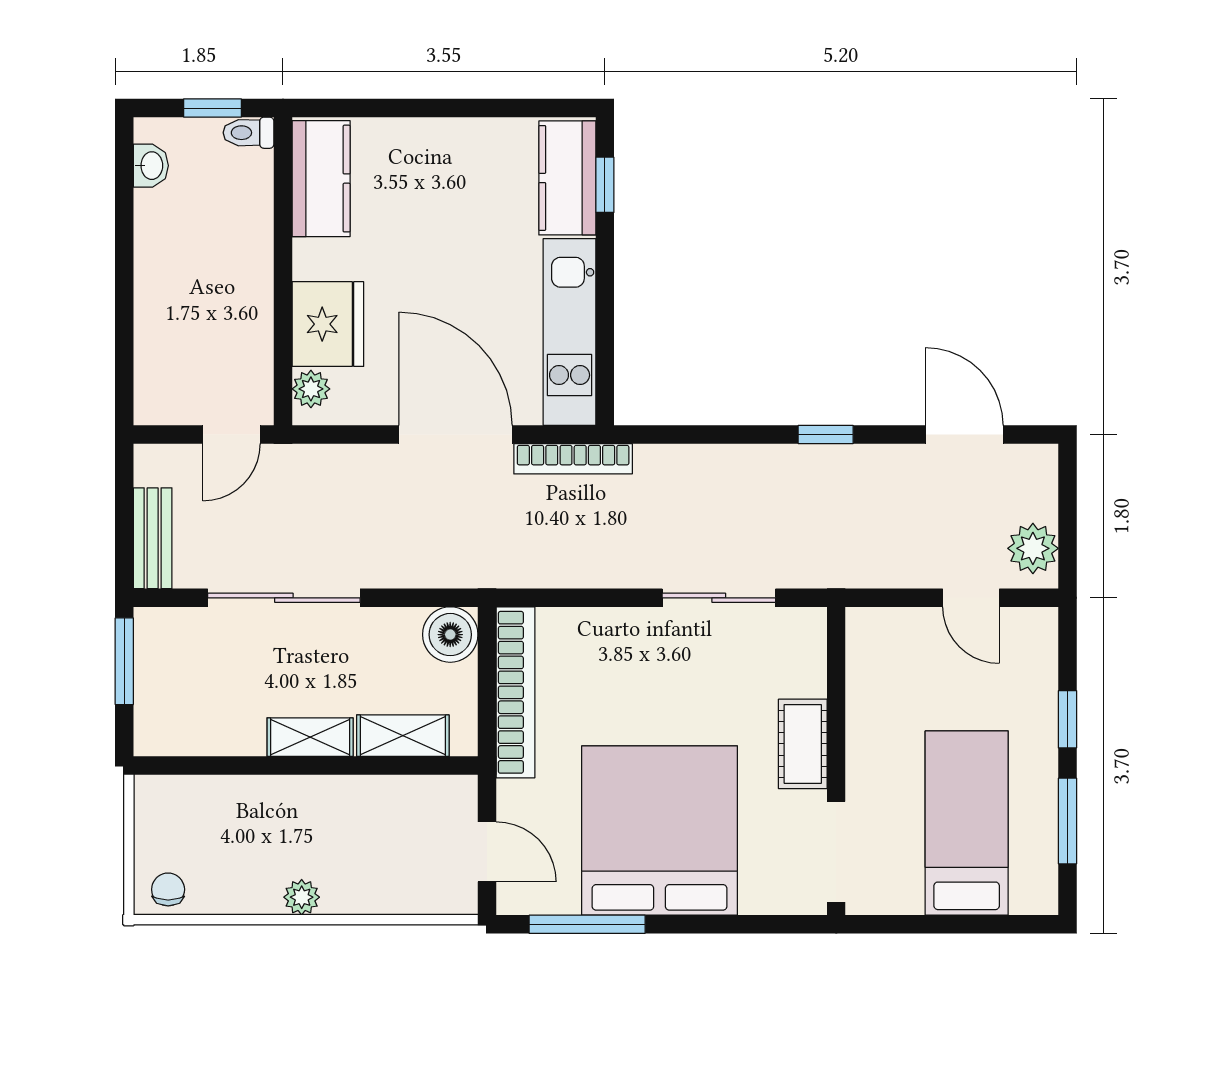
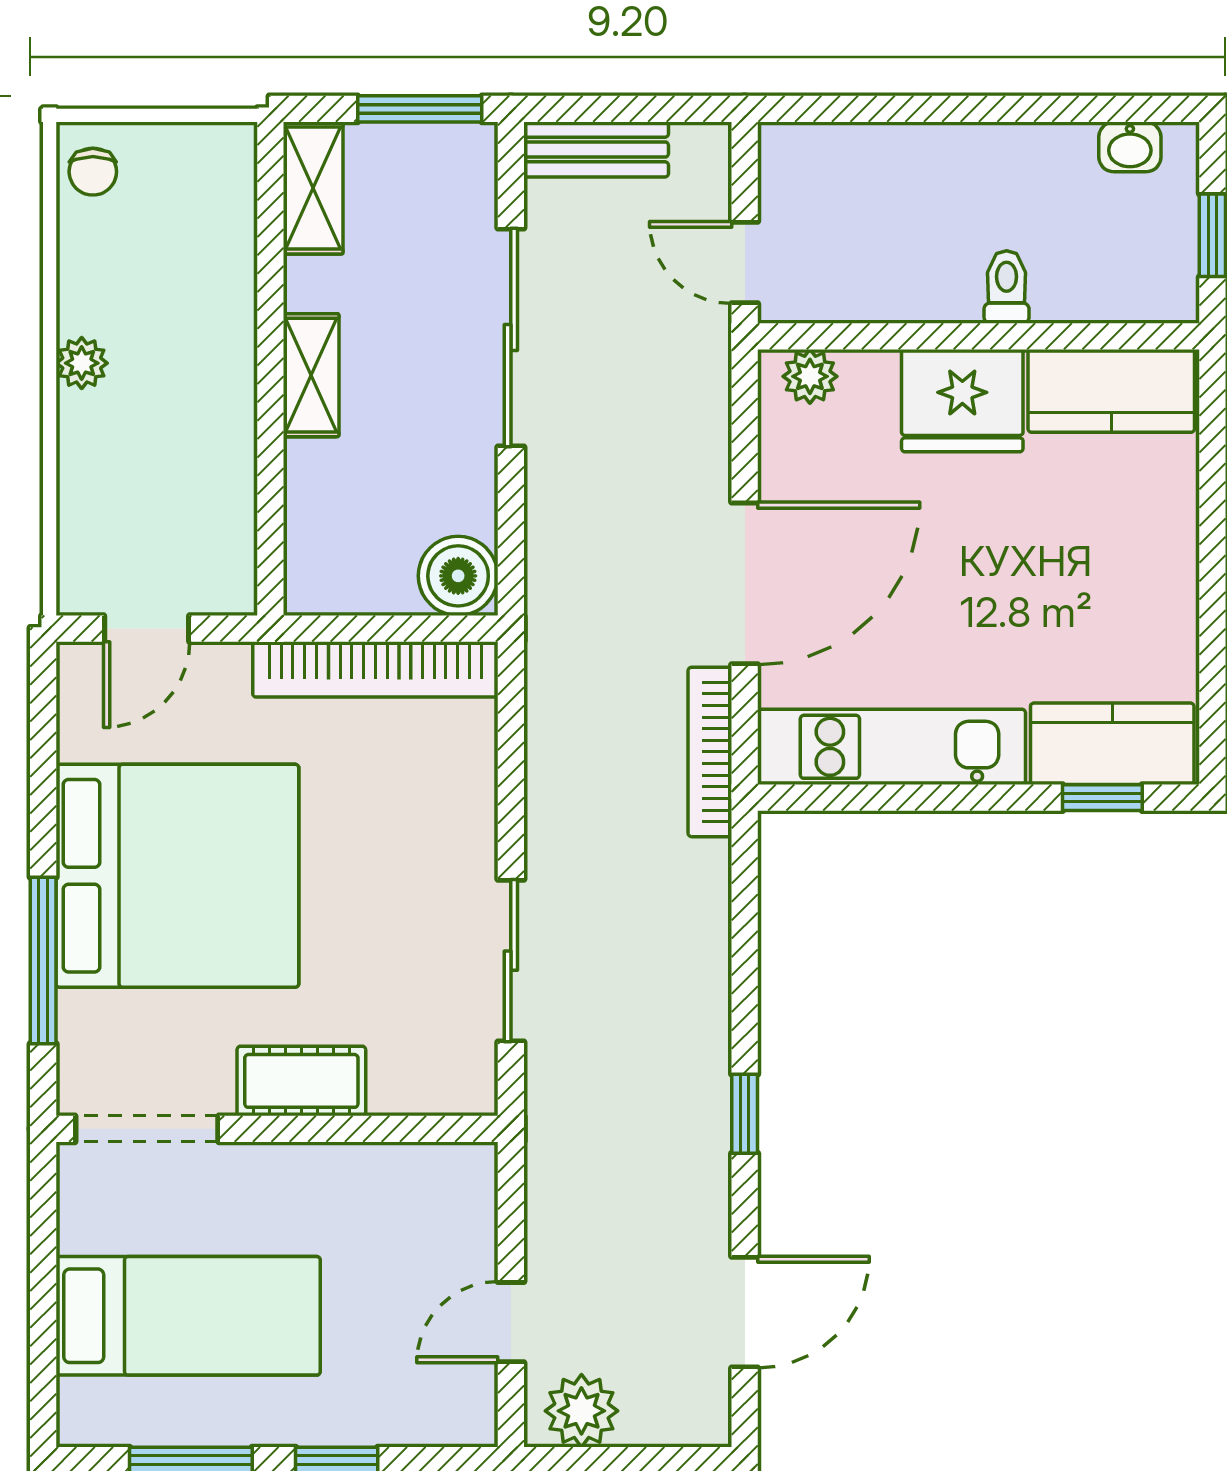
toilet: (249, 133) -> (1007, 287), moved
fridge: (328, 324) -> (962, 401), moved
shelving: (403, 736) -> (313, 188), moved
chair: (168, 889) -> (93, 172), turned 90
window: (587, 924) -> (43, 960), moved

